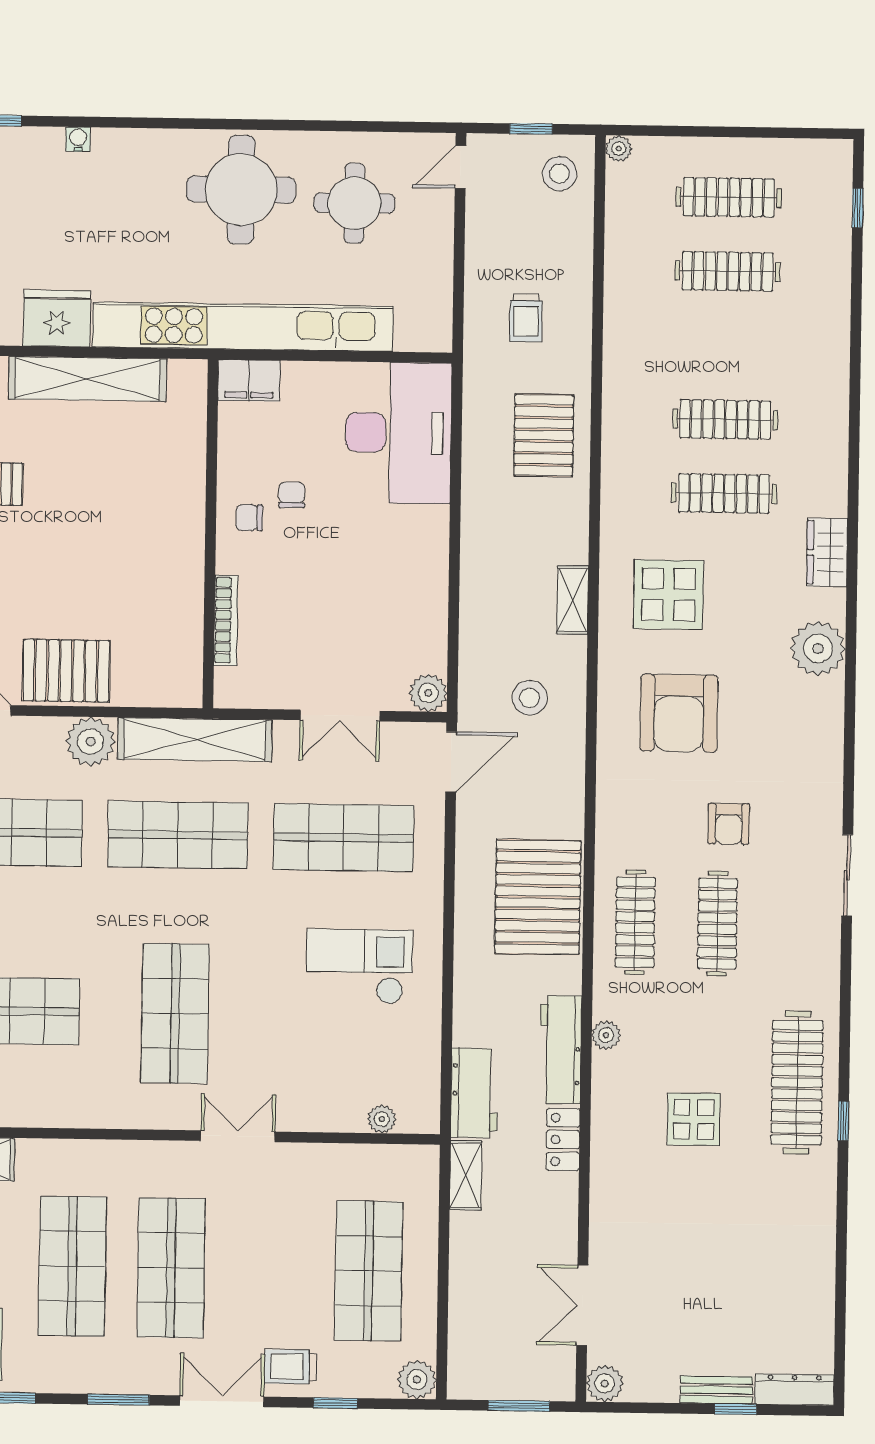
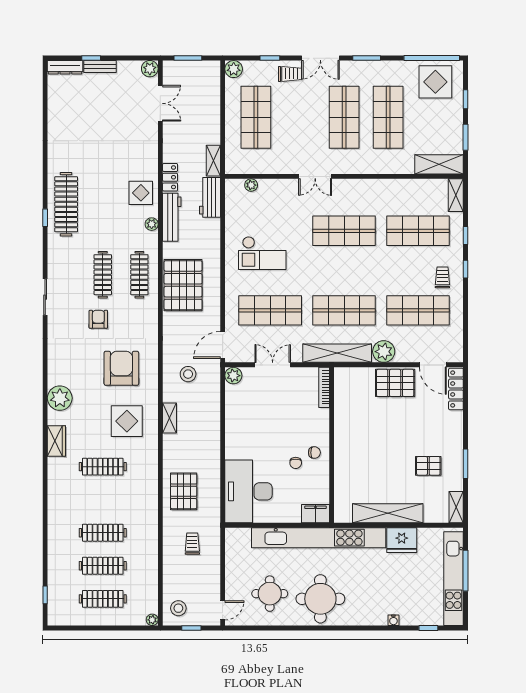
clothes rail: (725, 419) -> (103, 533), moved
bookcase: (226, 620) -> (324, 387), moved
shop shelf: (175, 1013) -> (344, 231), turned 90
display table: (694, 1119) -> (141, 193), moved
window: (843, 1121) -> (45, 218), moved

